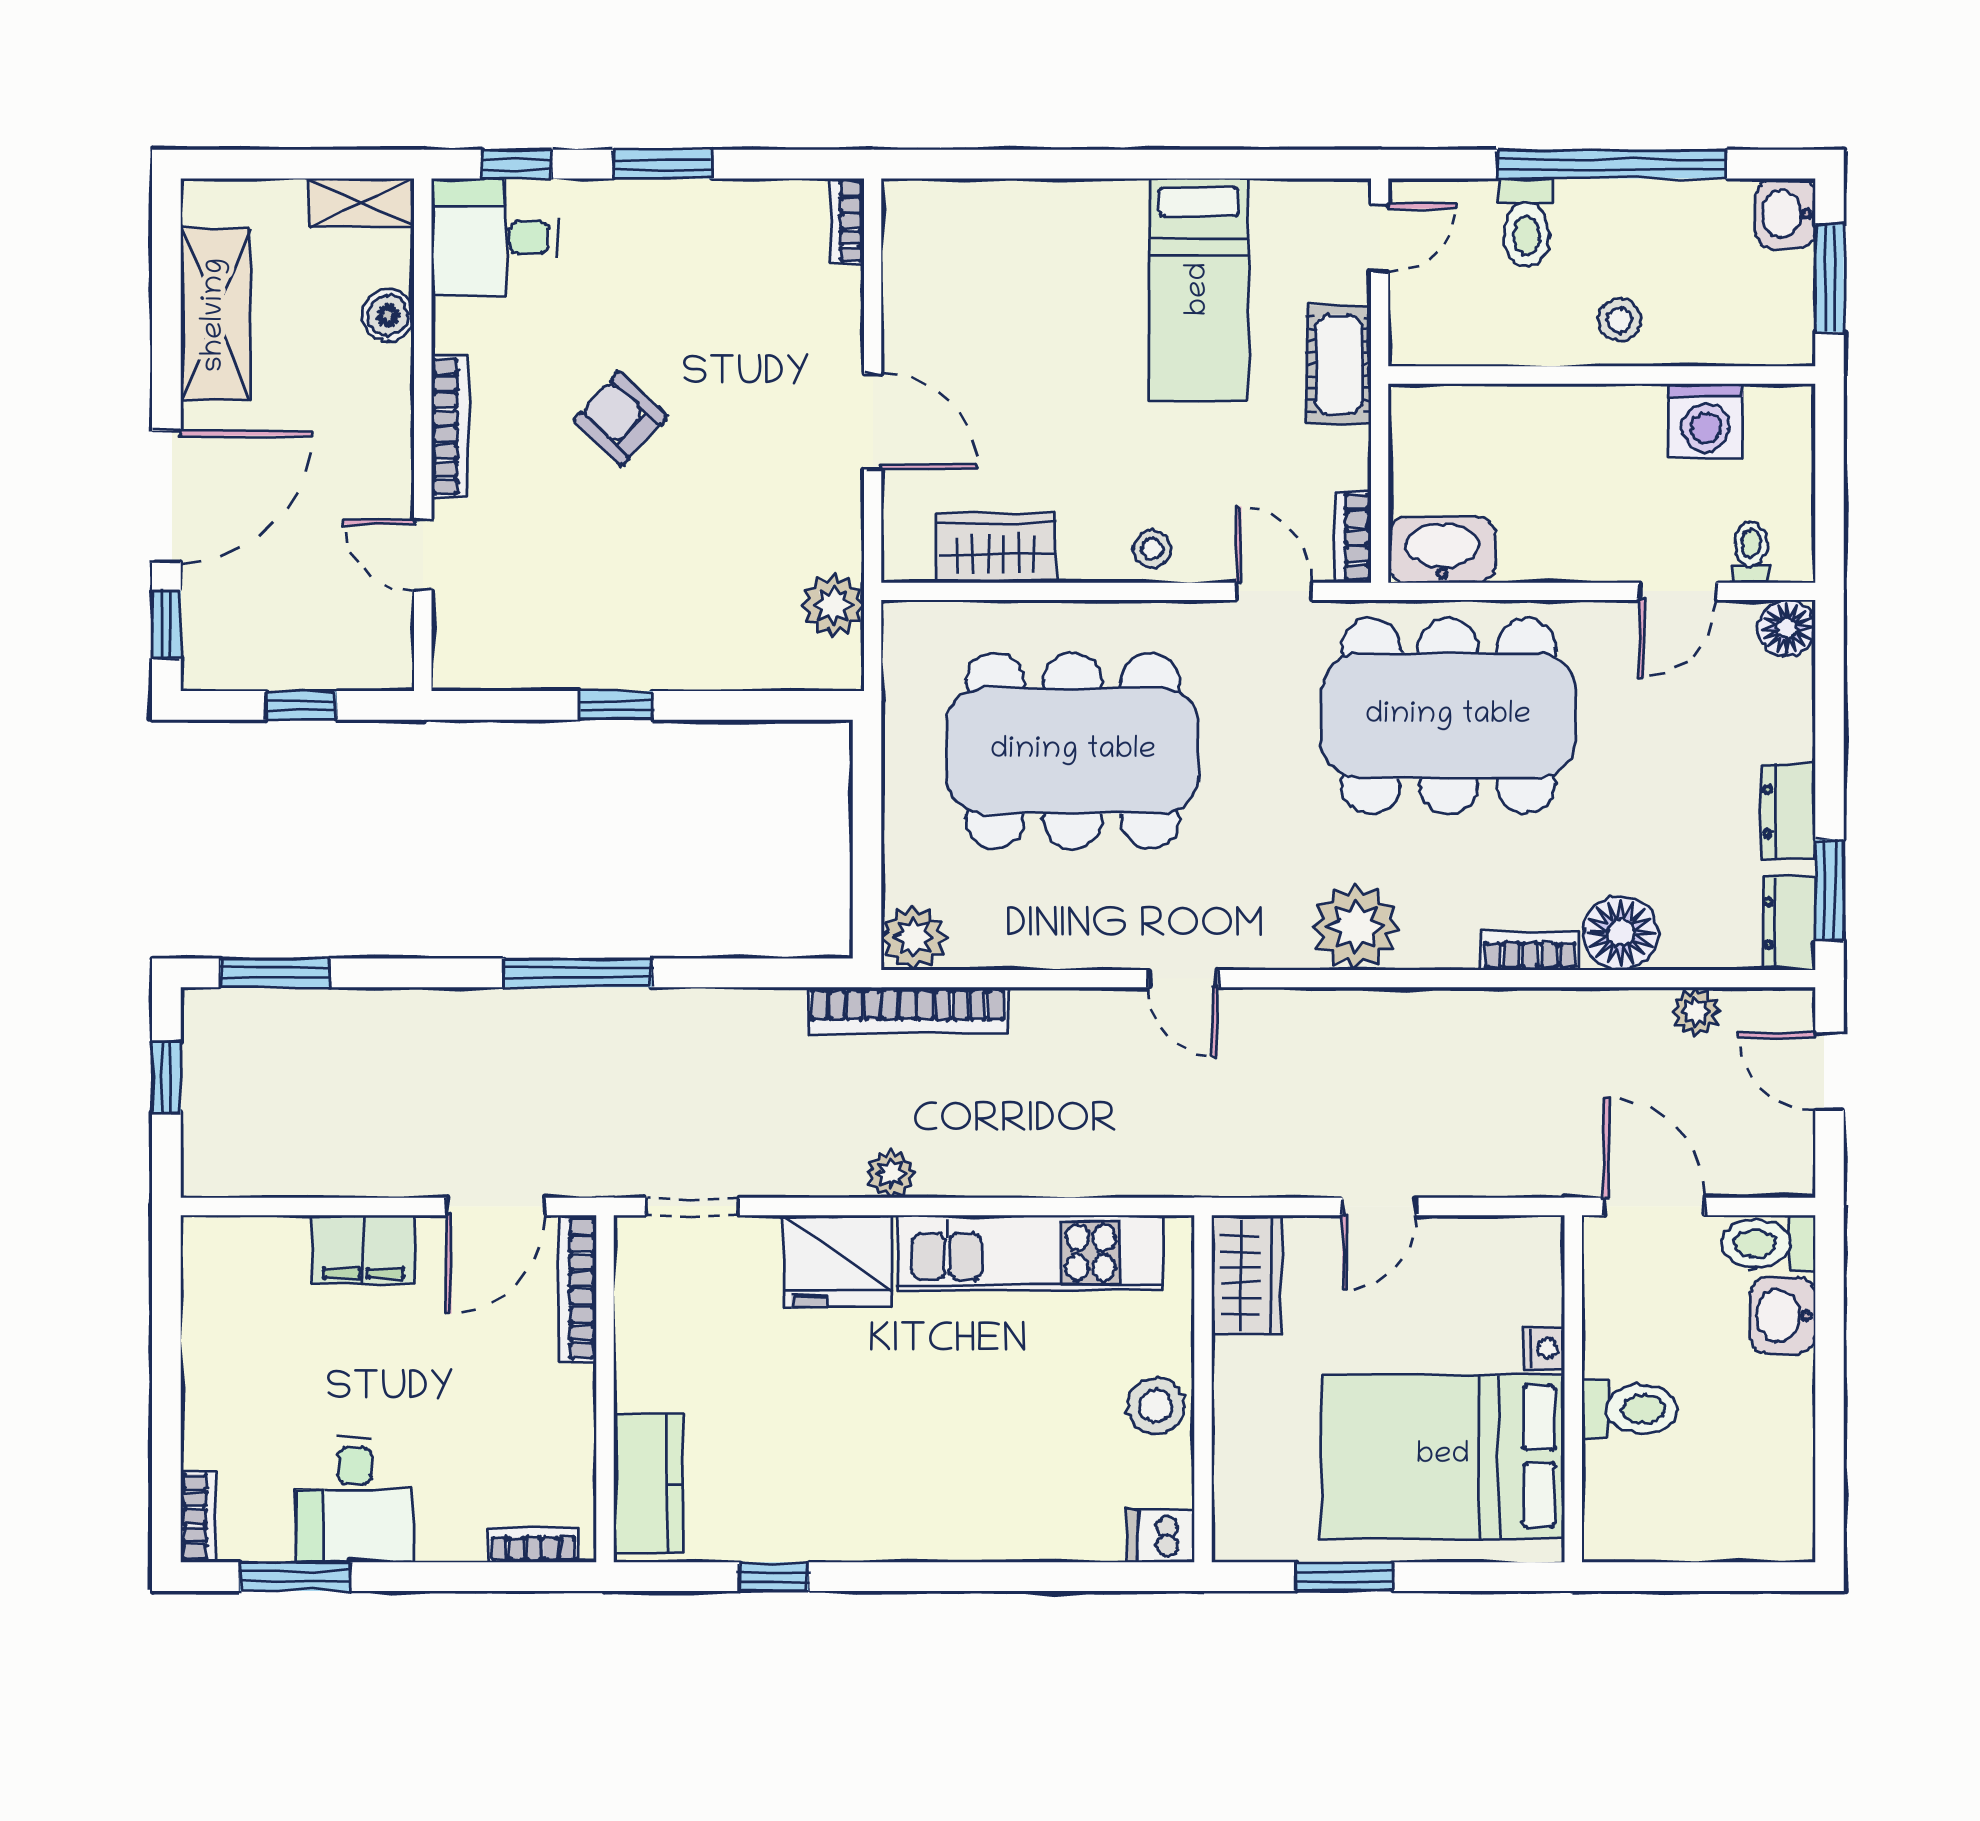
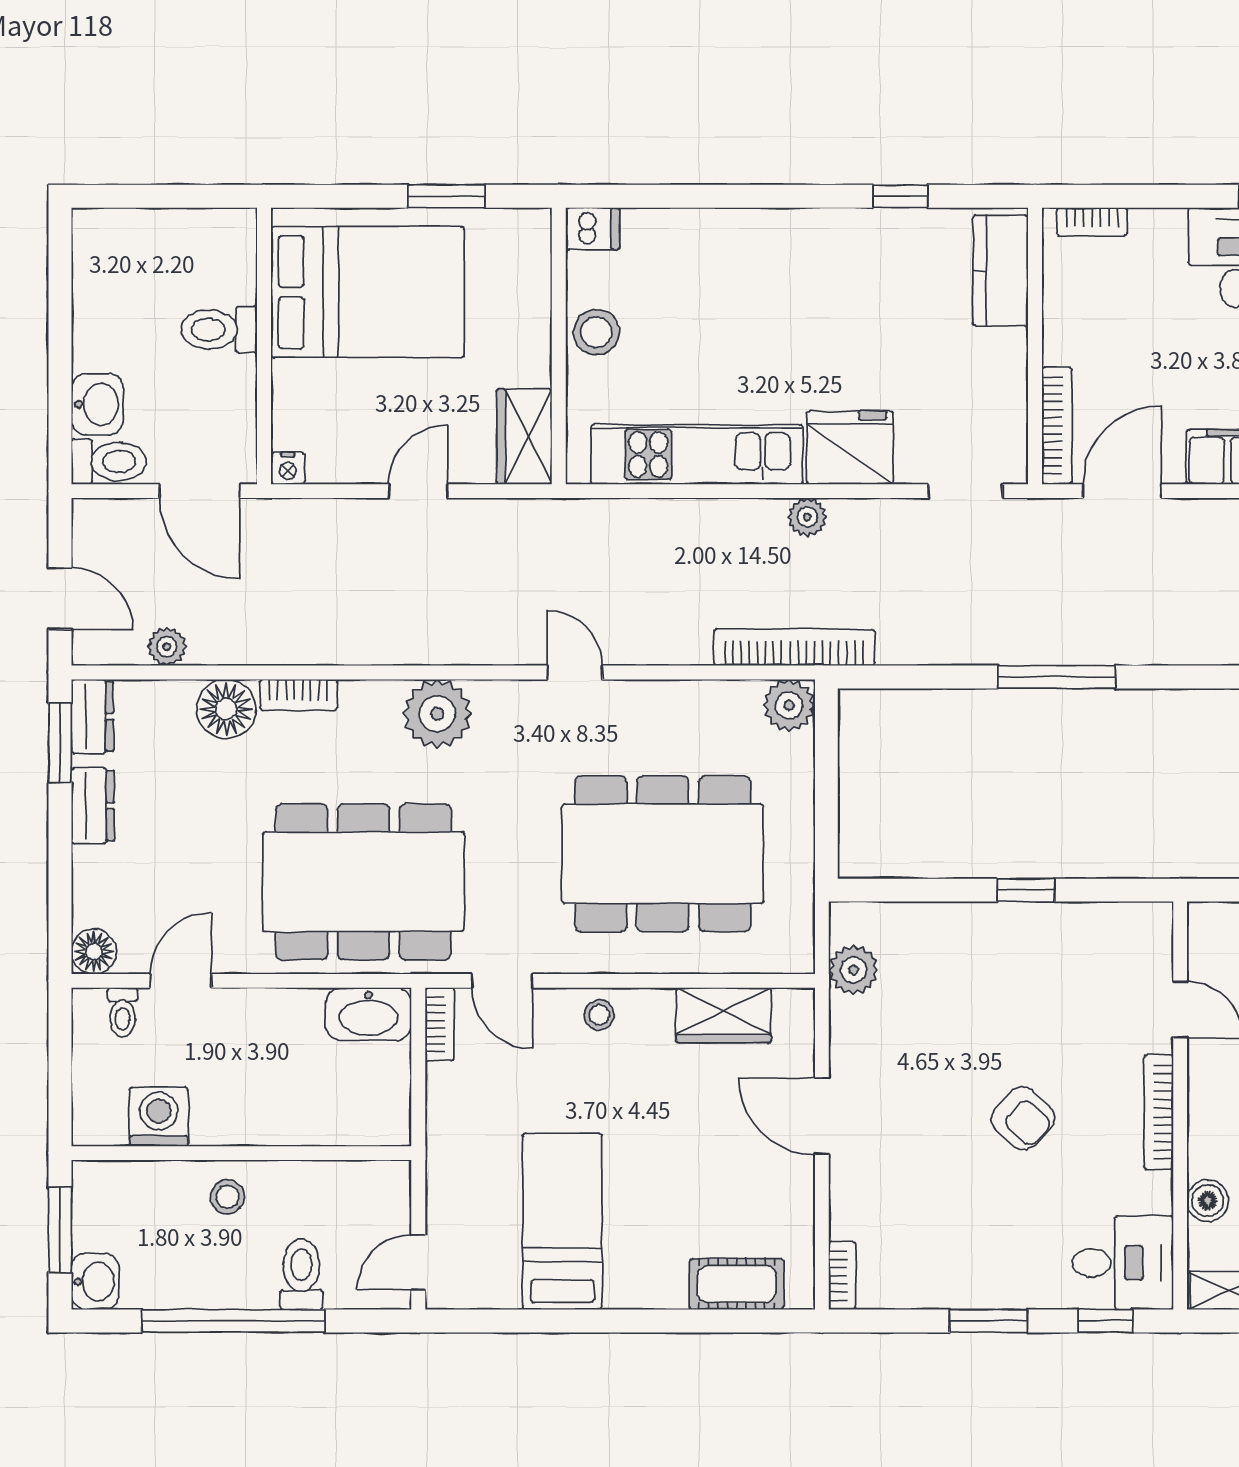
cot: (1339, 365) -> (737, 1284), moved, turned 90
nightstand: (1545, 1348) -> (288, 468), moved, turned -90

